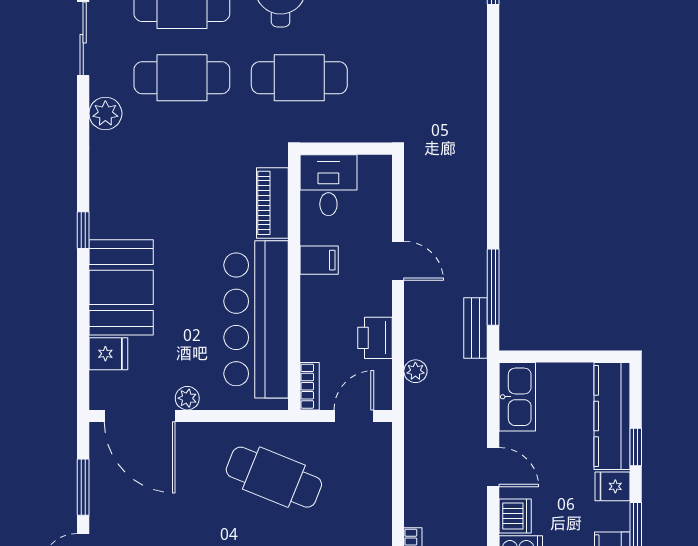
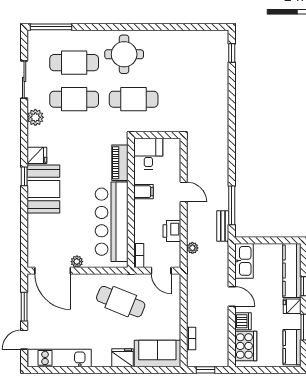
booth: (121, 287) -> (43, 189), moved
fridge: (108, 354) -> (37, 155), moved
door: (354, 416) -> (161, 271), swing flipped

